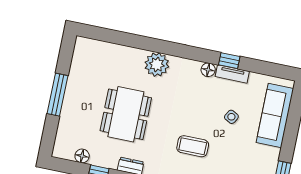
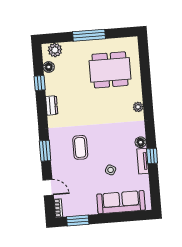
plant: (157, 65) -> (138, 107), width x0.53, depth x0.53
dining table: (126, 114) -> (110, 70), moved
plant: (63, 142) -> (55, 50), added

